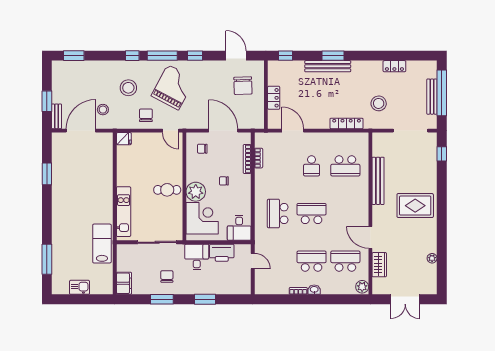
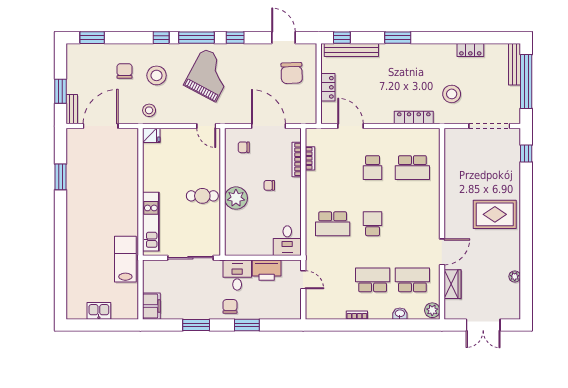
bench: (328, 66) -> (351, 50), moved
bench: (432, 97) -> (515, 64), moved
stool: (103, 110) -> (149, 110), moved
chair: (146, 115) -> (125, 71), moved
bench: (378, 181) -> (451, 185), removed
school desk: (278, 213) -> (333, 224), turned -90
school desk: (312, 213) -> (373, 224), width x0.54
corner desk: (202, 218) -> (243, 229), removed
door: (370, 237) -> (442, 252), swing flipped
window: (47, 259) -> (60, 278), removed
chair: (167, 276) -> (230, 306), moved
washbasin: (314, 290) -> (400, 314), moved

